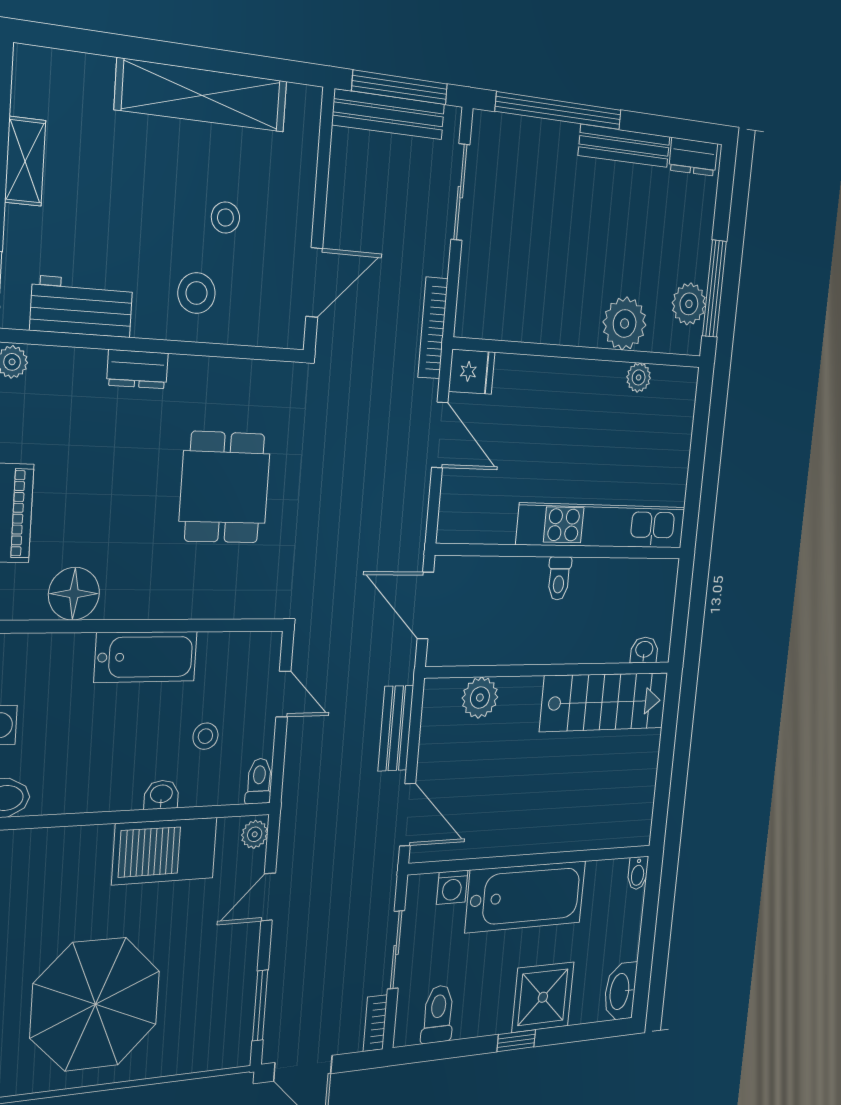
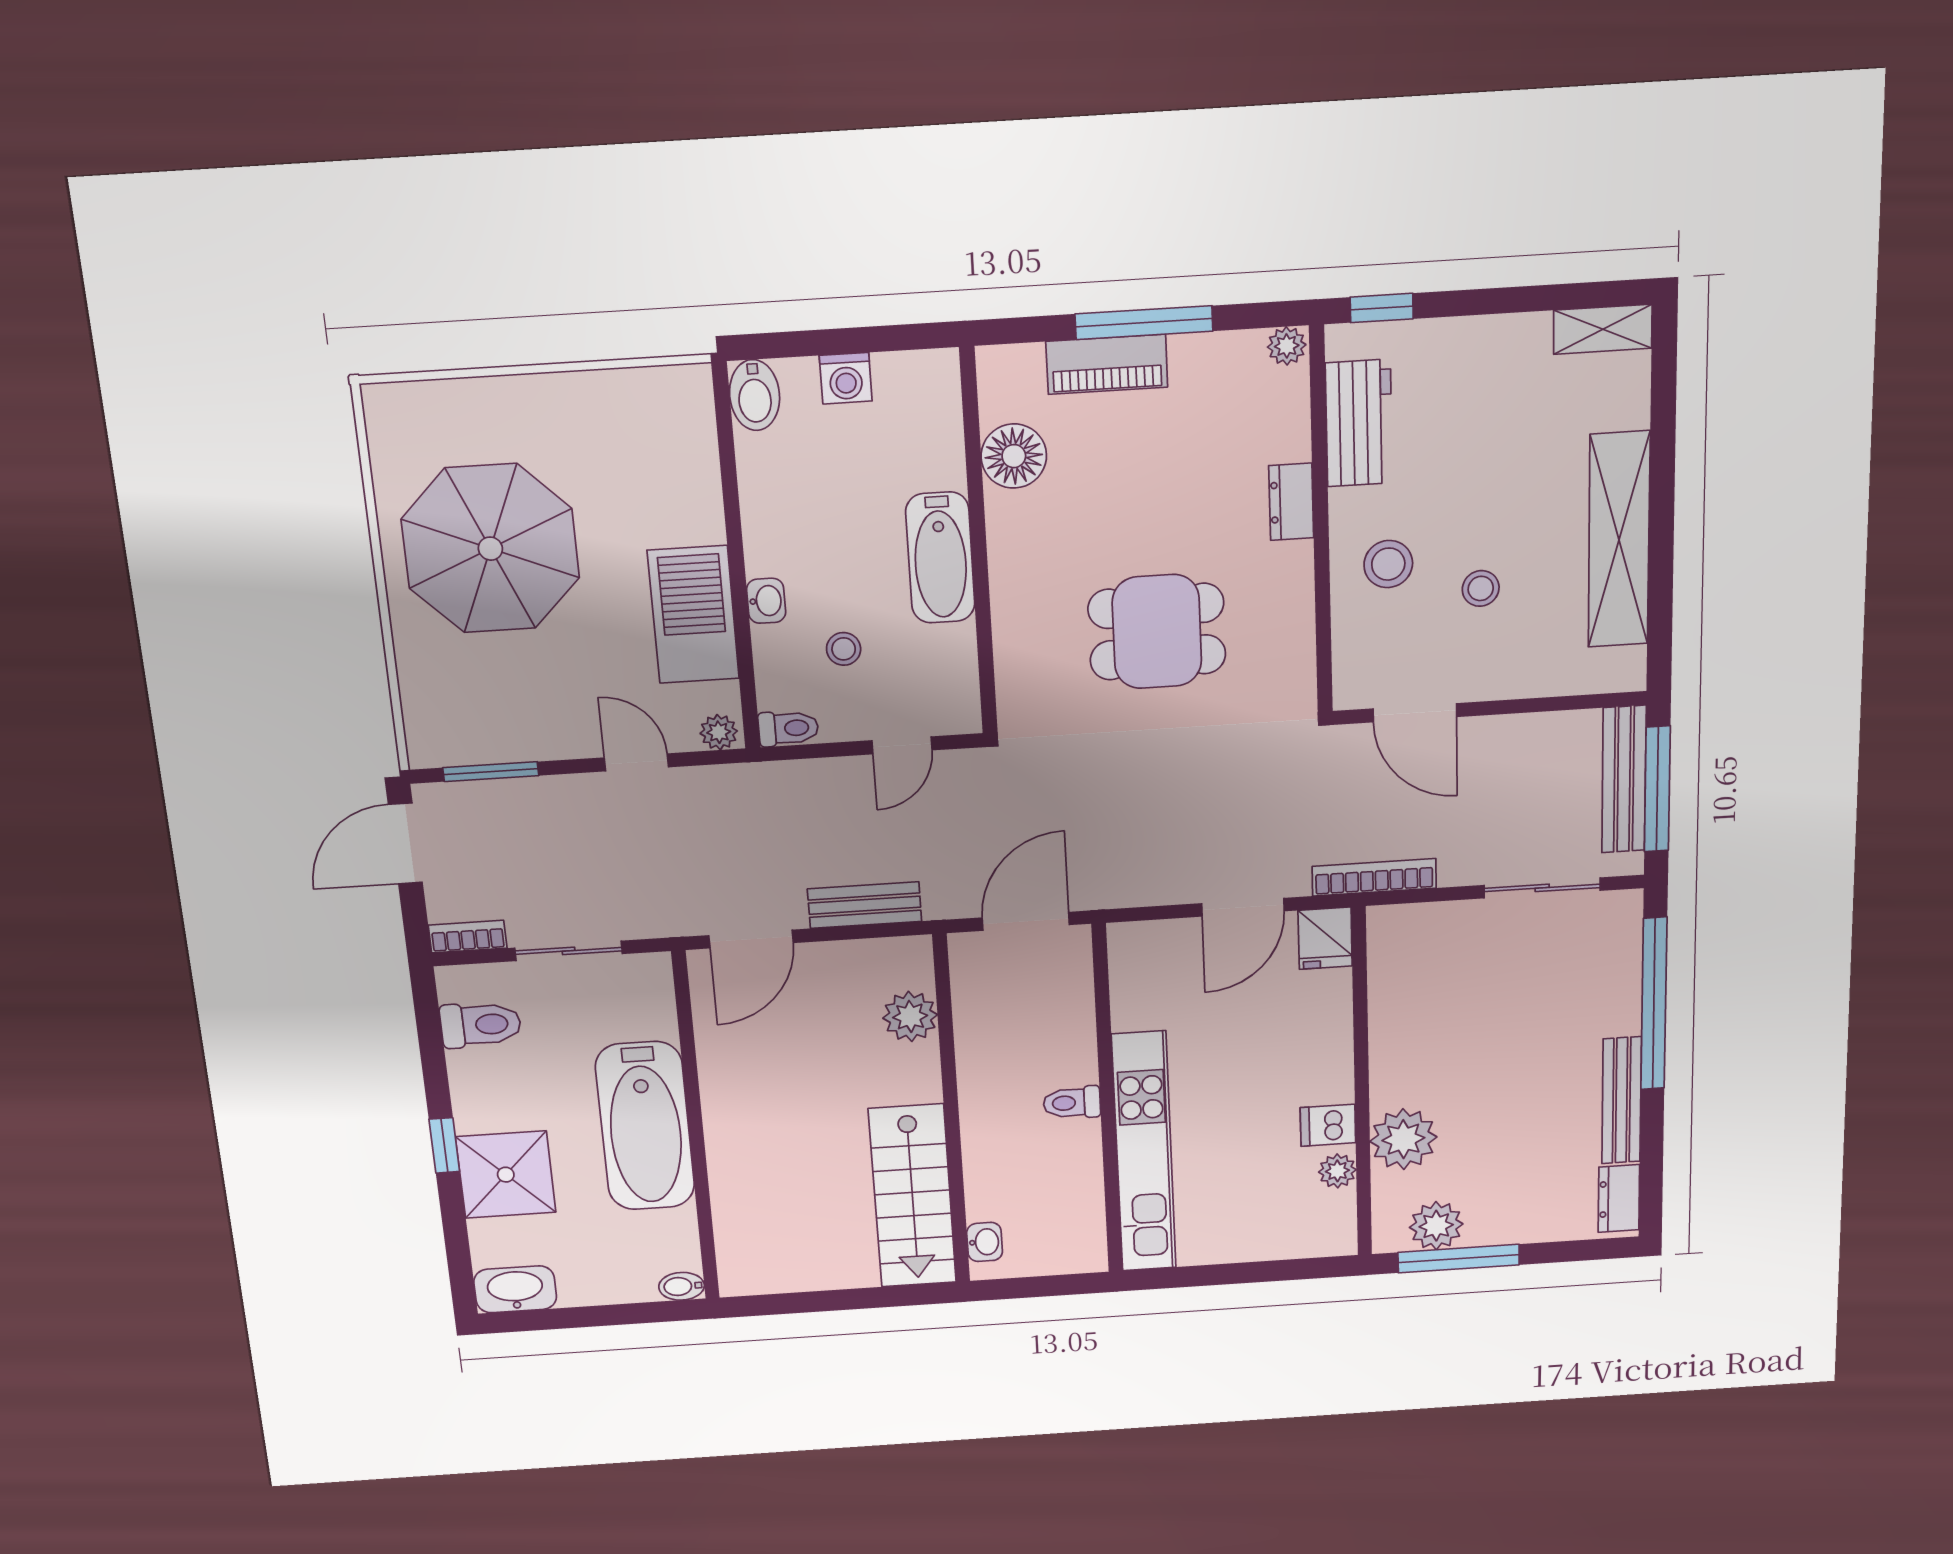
shelving: (25, 161) -> (1603, 329), moved
dishwasher: (606, 382) -> (1328, 1125), added
washing machine: (452, 887) -> (655, 1018), removed

